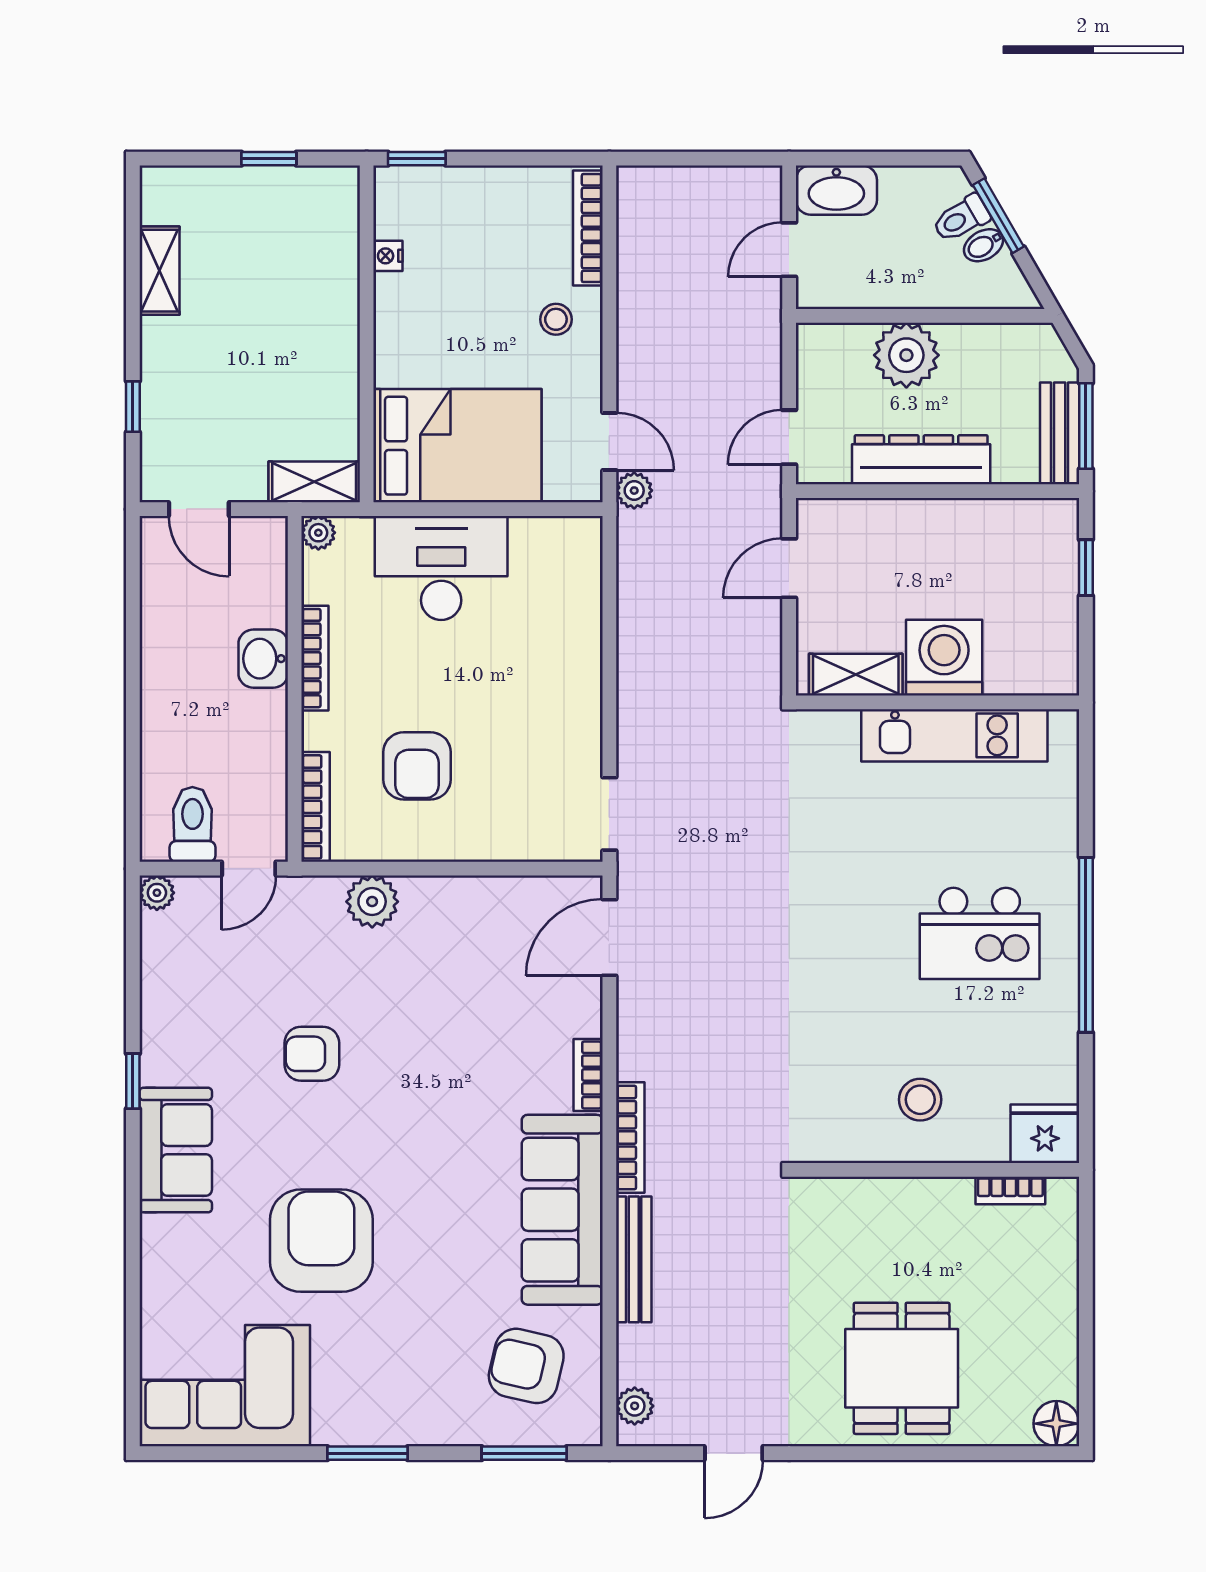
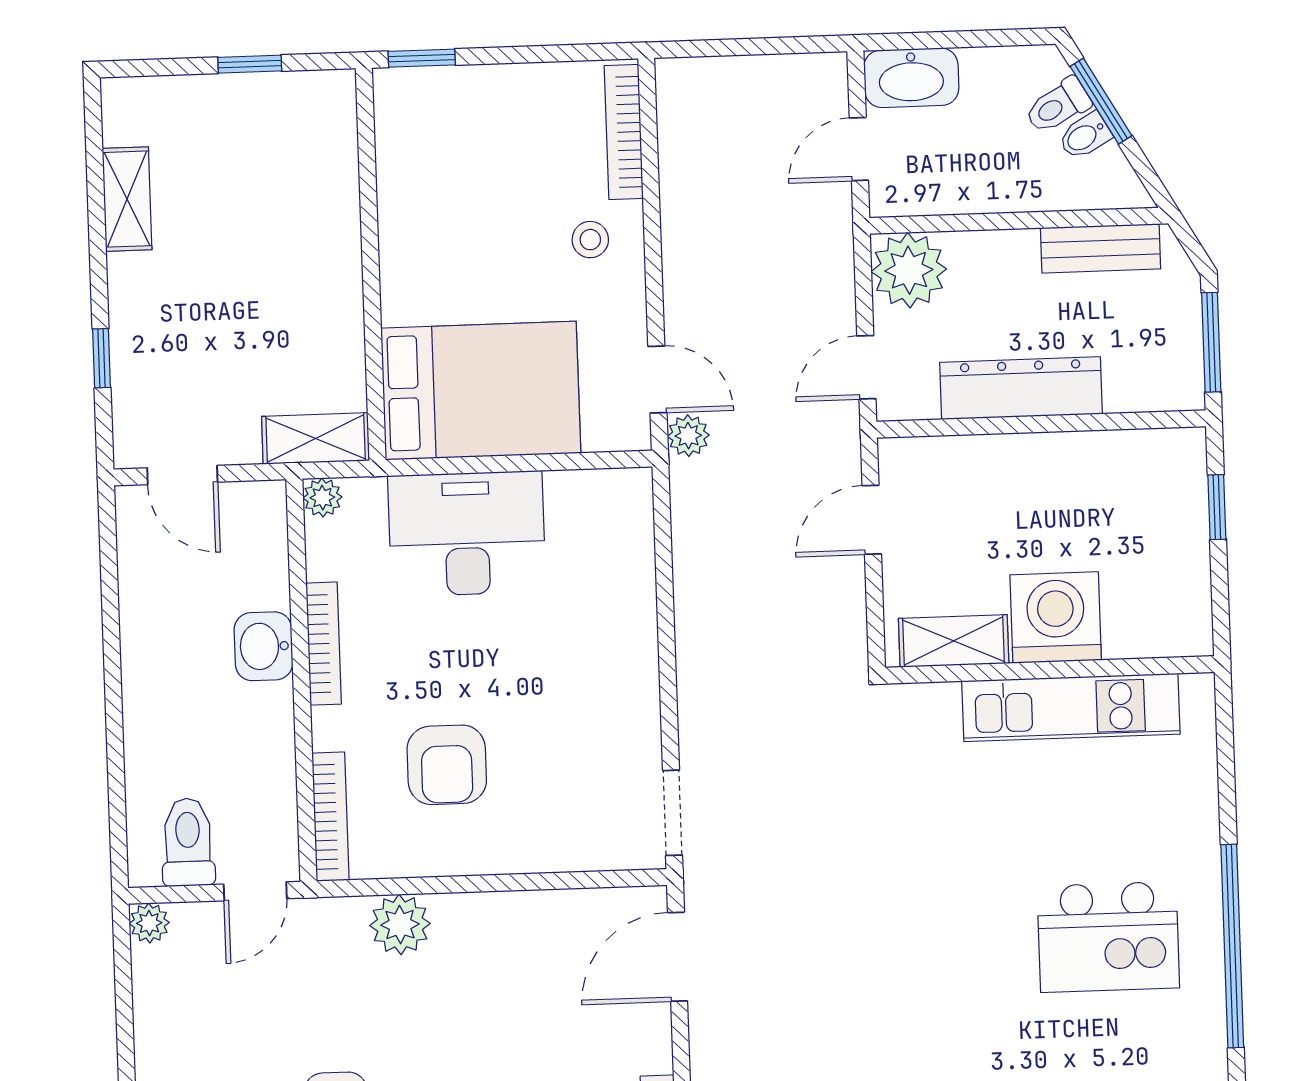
nightstand: (388, 256) -> (392, 173), removed
plant: (906, 355) -> (909, 270), moved
bench: (1060, 433) -> (1100, 248), moved, turned 90

